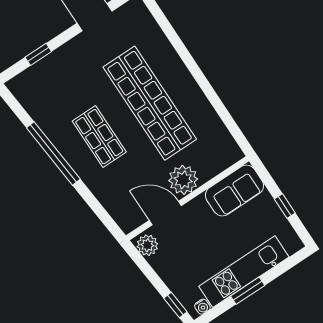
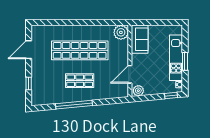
plant: (183, 180) -> (121, 32), moved
window: (285, 206) -> (160, 22), removed

